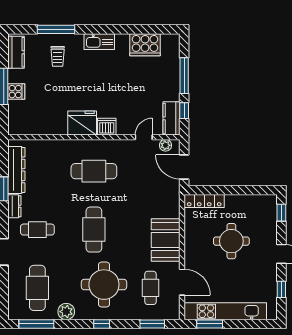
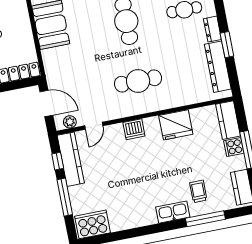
kitchen sink: (99, 42) -> (173, 212), moved
cooker: (145, 45) -> (92, 224), moved
kitchen counter: (17, 118) -> (228, 120), added
kitchen counter: (172, 118) -> (71, 159), width x1.50
fridge: (82, 123) -> (176, 125), moved

